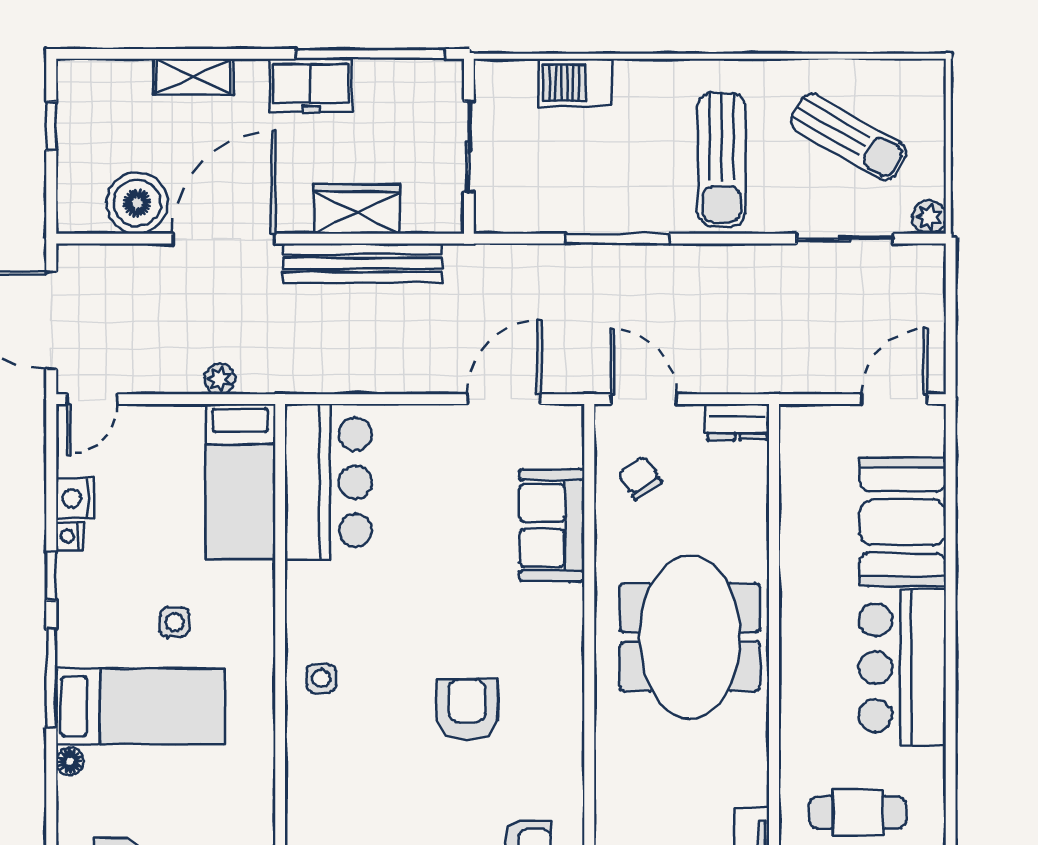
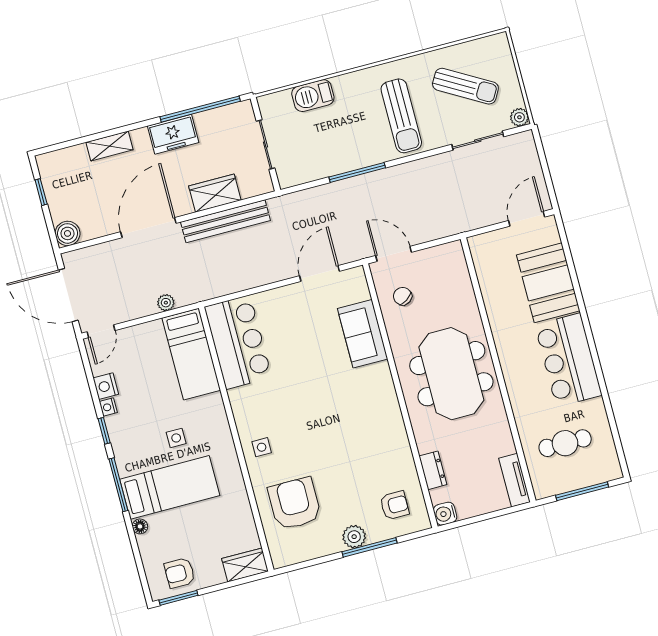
boiler: (137, 203) -> (68, 233), moved, width x0.73, depth x0.73
dresser: (737, 422) -> (433, 470), moved, turned -90
armchair: (467, 709) -> (295, 504), moved, width x1.36, depth x1.36

